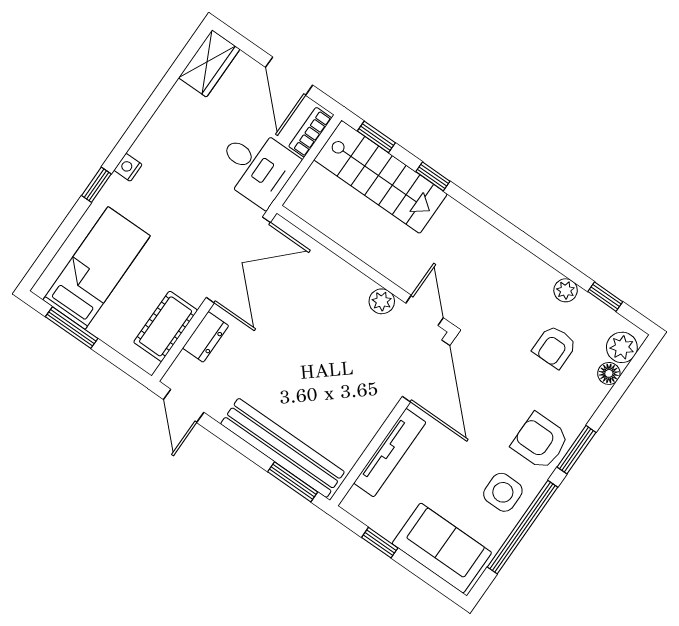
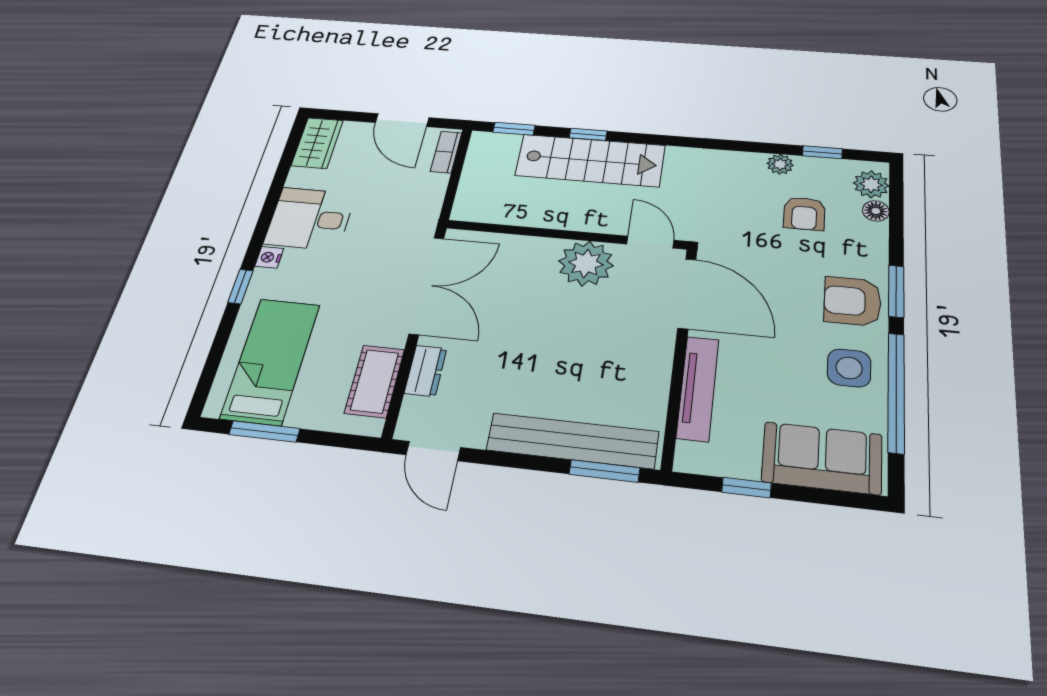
desk: (256, 166) -> (310, 219), moved, turned 180
stairs: (381, 177) -> (590, 160), moved
plant: (382, 301) -> (586, 263), width x1.87, depth x1.87

